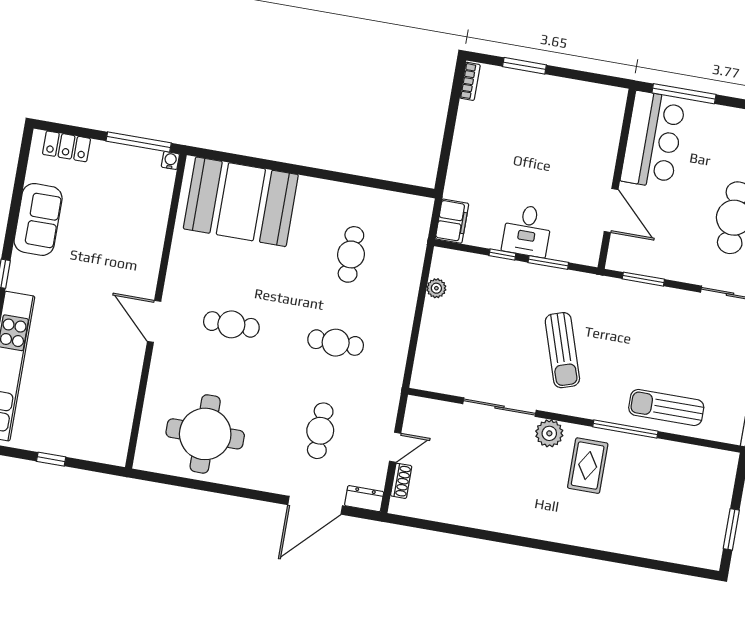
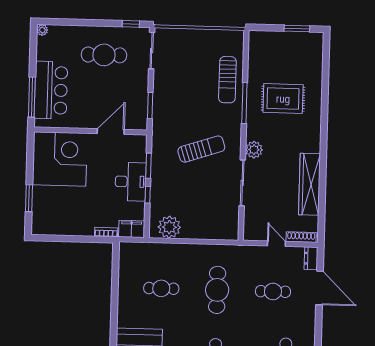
bookcase: (470, 81) -> (106, 232), moved
corner desk: (579, 124) -> (60, 159), added
bar counter: (653, 140) -> (51, 90), moved, turned 90
desk: (527, 231) -> (131, 182), width x1.37
plant: (436, 288) -> (169, 227), width x1.87, depth x1.87
cafe table: (336, 343) -> (217, 290), width x1.37, depth x1.35
rug: (588, 466) -> (283, 99), moved, width x1.36, depth x1.43
shoe rack: (401, 481) -> (301, 237), width x1.43
wardrobe: (482, 513) -> (309, 184), added

